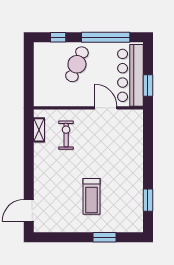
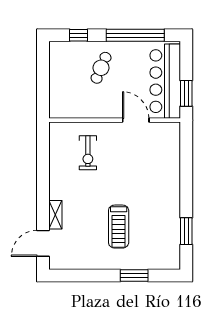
cafe table: (77, 64) -> (101, 68), width x0.73, depth x0.74
shelving: (39, 130) -> (55, 215), moved
exercise bike: (66, 135) -> (88, 153), turned 180

